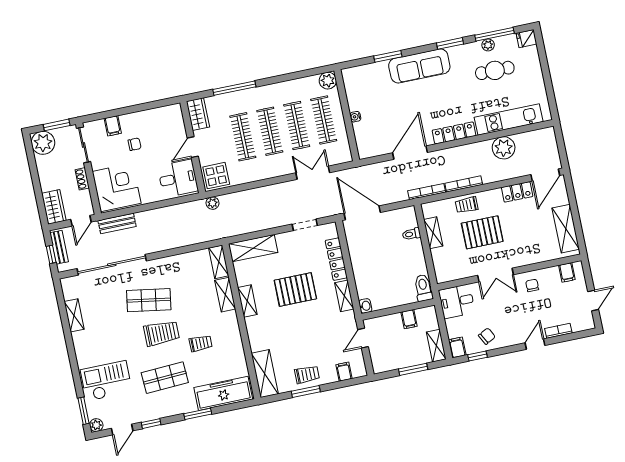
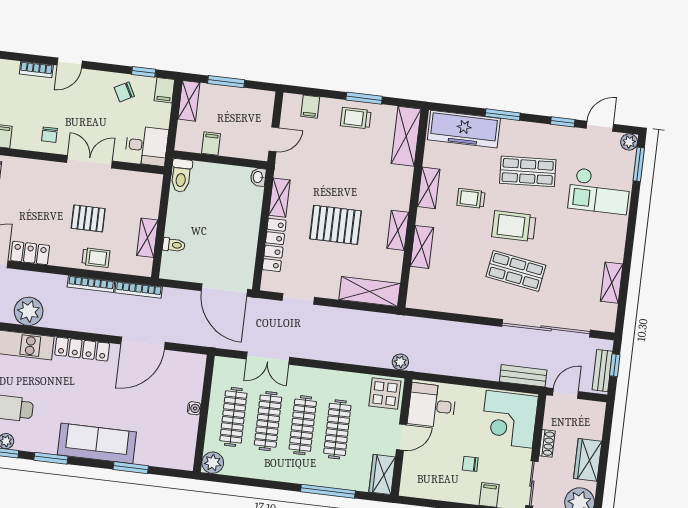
wardrobe: (54, 207) -> (588, 460), moved
pallet: (482, 232) -> (88, 218), width x0.67, depth x0.71
shelving: (219, 262) -> (429, 188), moved

